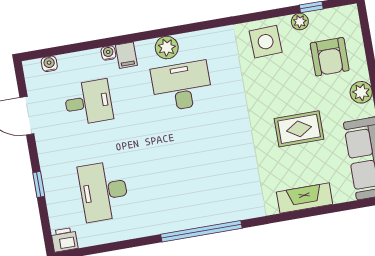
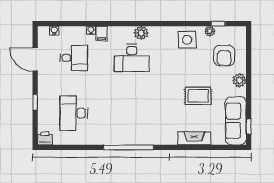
plant: (167, 48) -> (141, 33), moved
desk: (182, 86) -> (132, 58), turned 180

